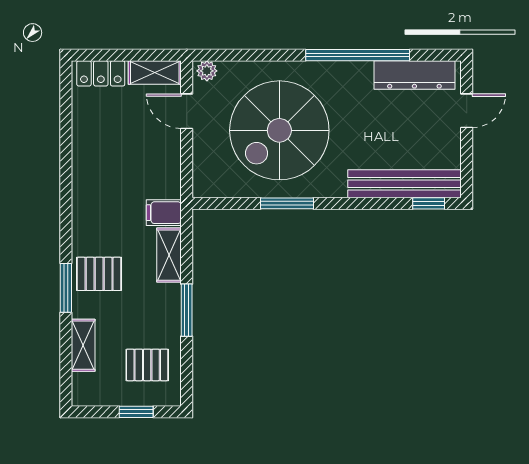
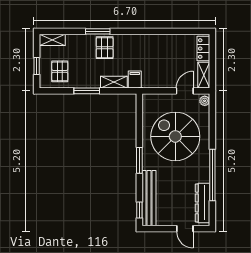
window: (287, 203) -> (139, 160), moved
shelving: (83, 345) -> (52, 40), moved

